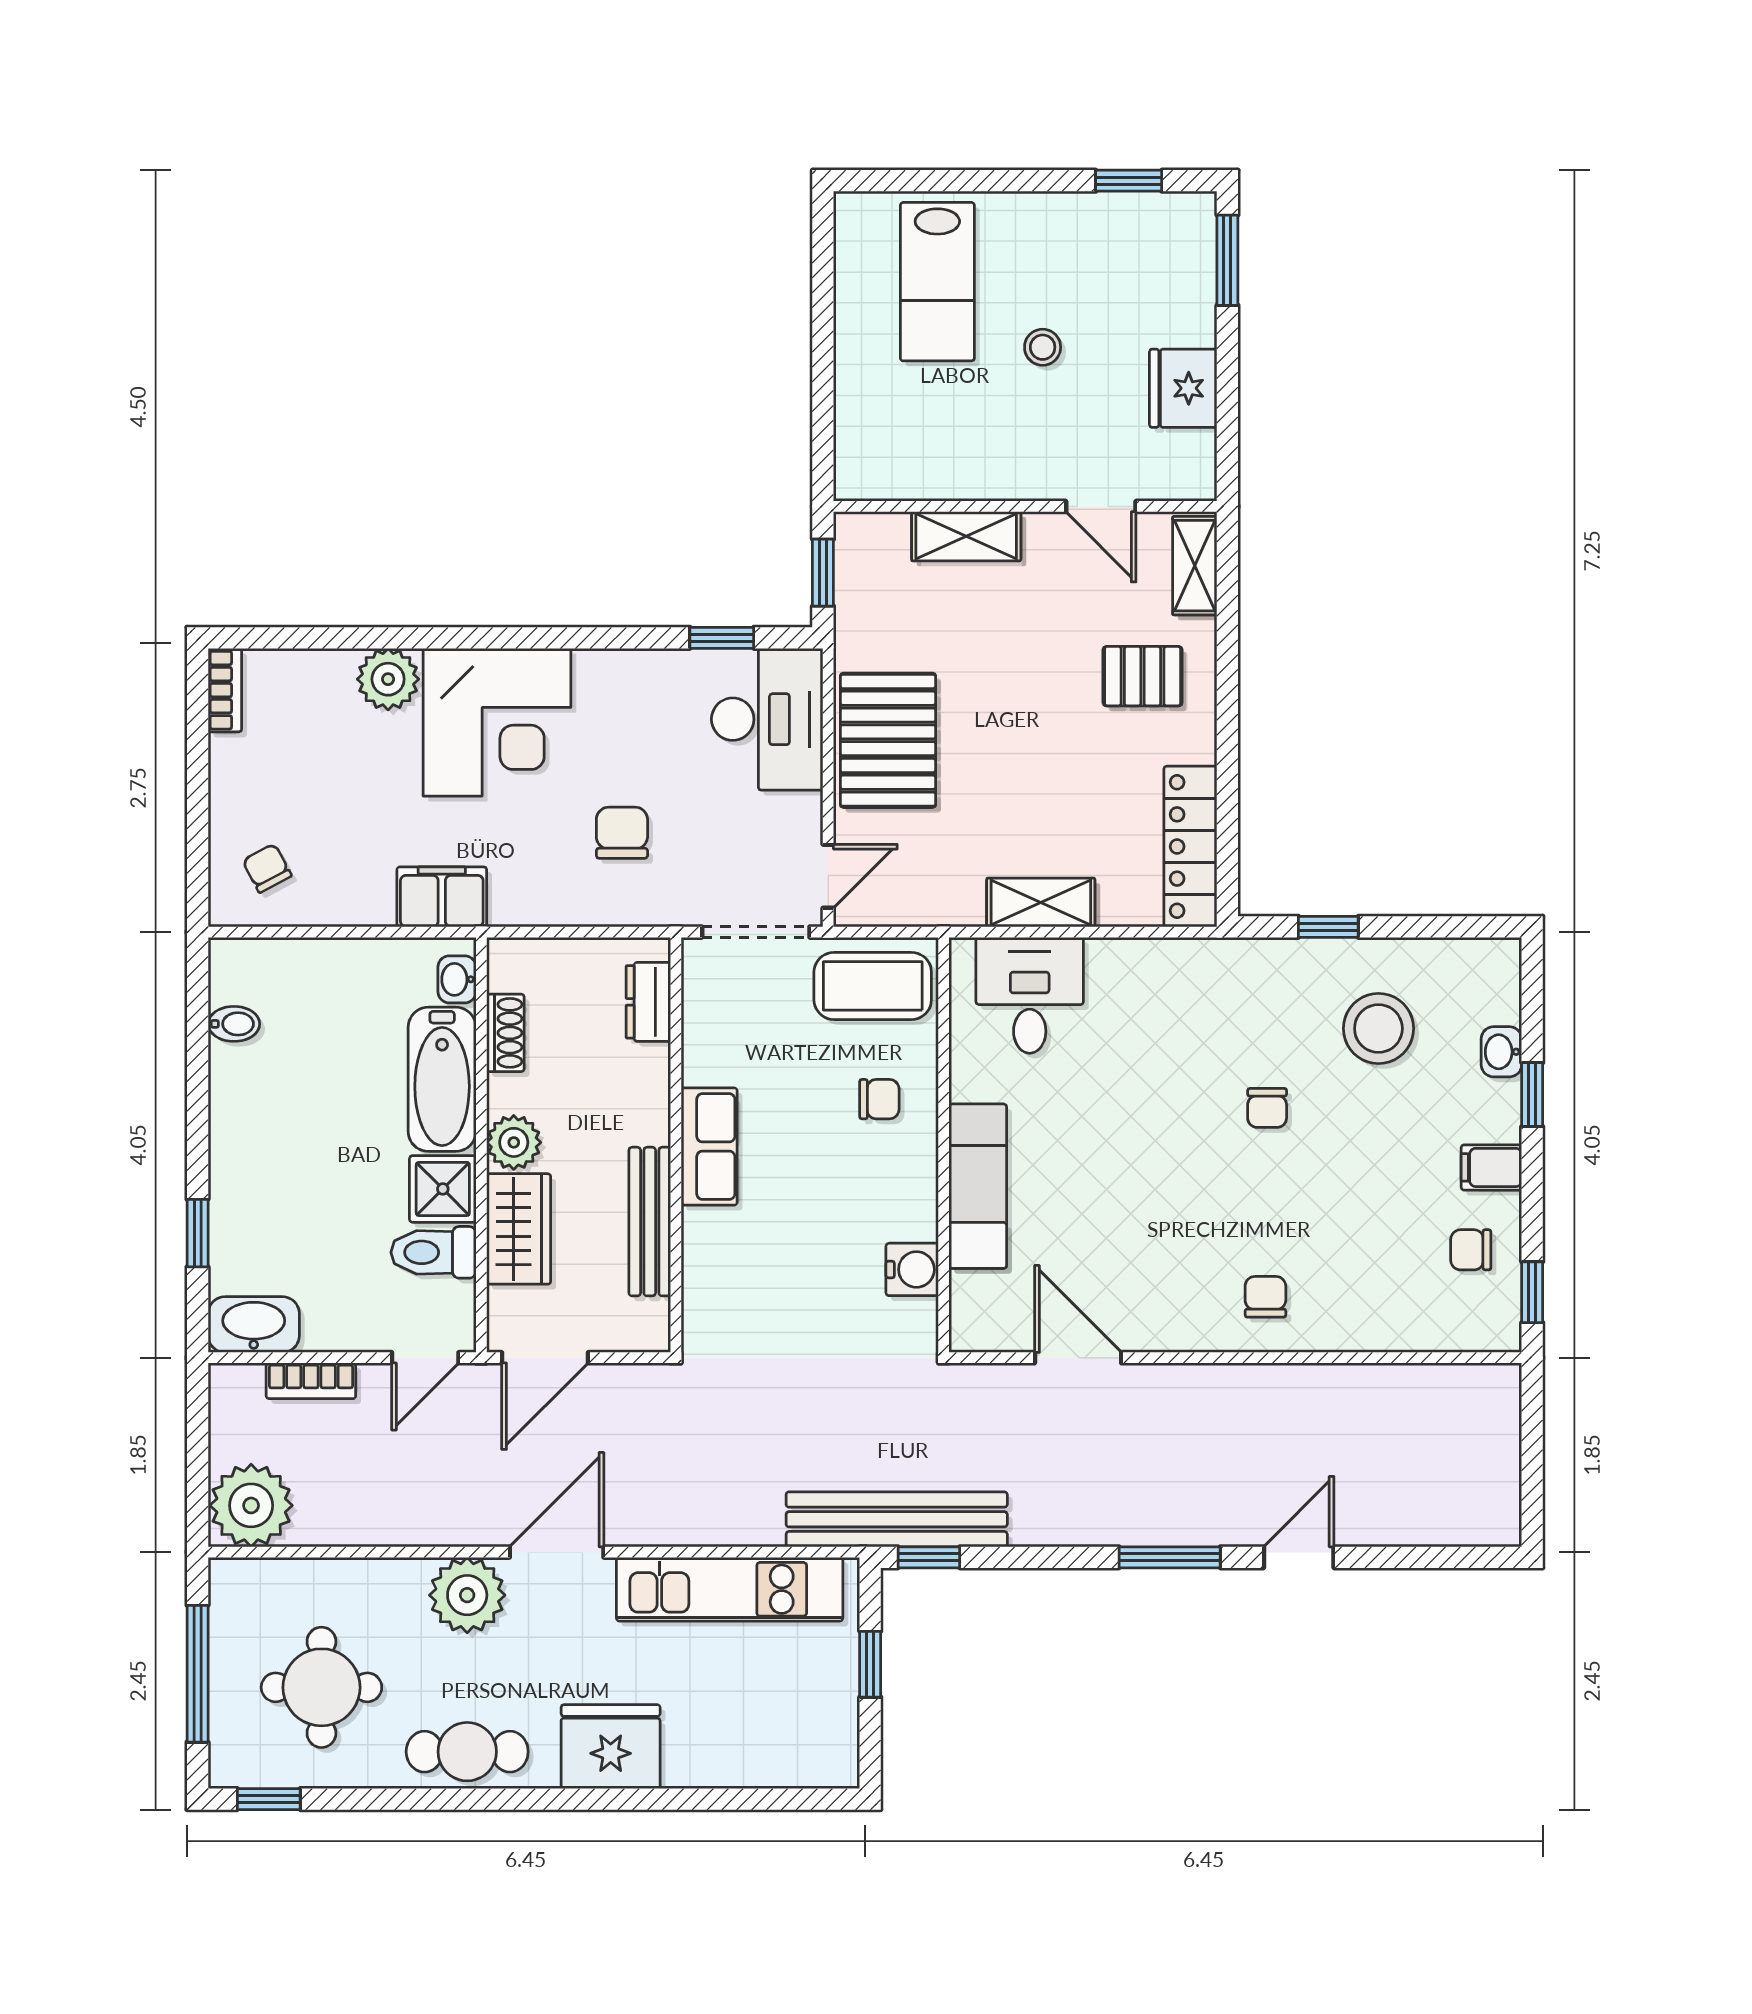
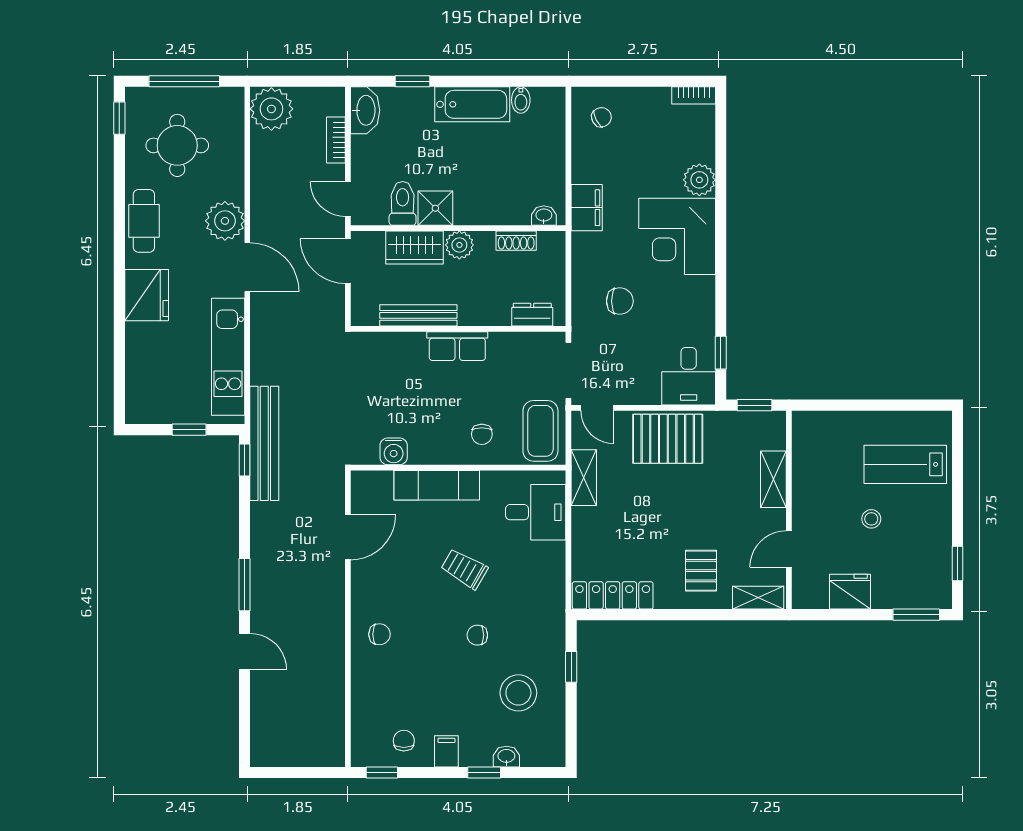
desk: (767, 719) -> (689, 376), width x0.73
shelving: (1041, 902) -> (584, 478), moved
bathtub: (442, 1079) -> (472, 104), moved, turned 180
trolley: (1139, 1133) -> (464, 569), added

